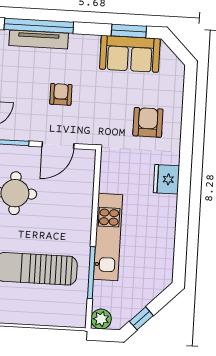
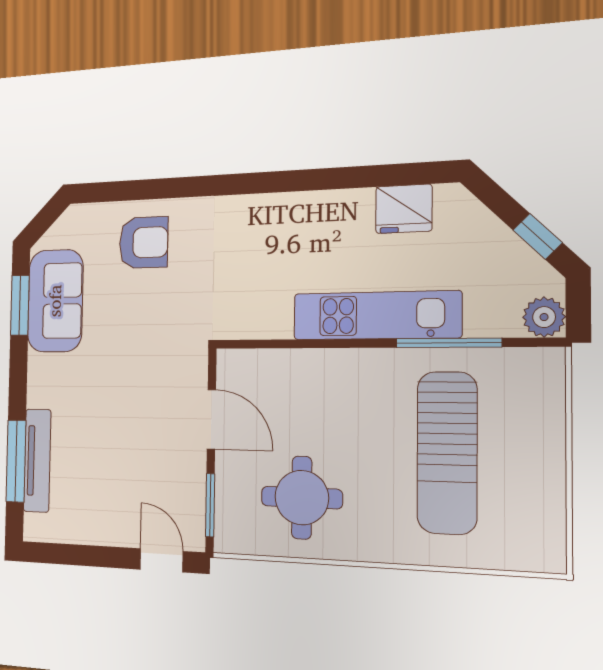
window: (39, 26) -> (16, 461), width x0.68
armchair: (61, 94) -> (124, 418), removed
armchair: (148, 122) -> (144, 243), moved, turned 180
fridge: (166, 179) -> (404, 209), moved

